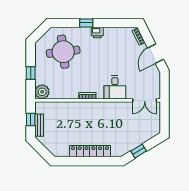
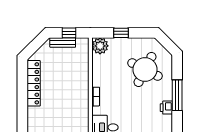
window: (86, 23) -> (177, 95), width x2.17
round table: (63, 52) -> (145, 69), turned 34
locker: (90, 151) -> (34, 83), moved

